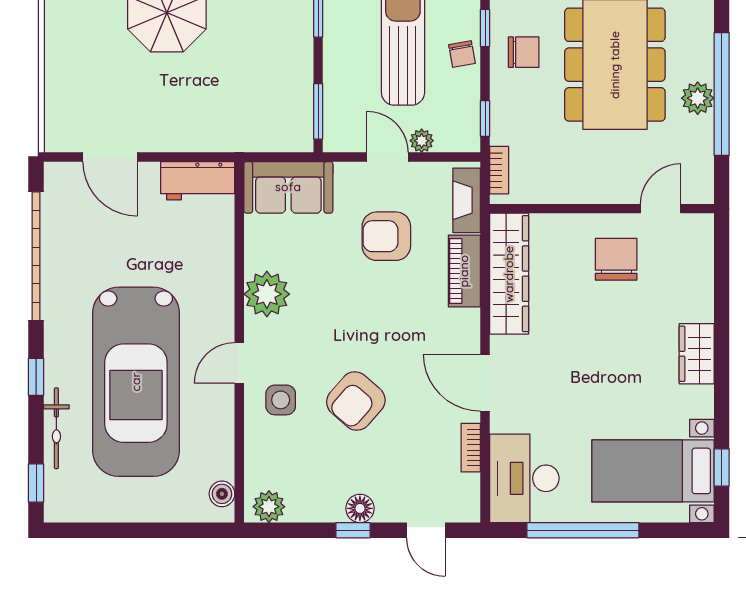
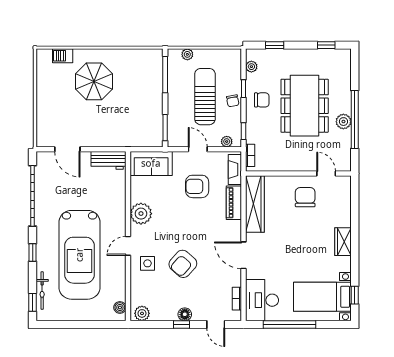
plant: (422, 141) -> (227, 142), moved
door: (661, 209) -> (326, 173), hinge flipped
bicycle: (56, 428) -> (42, 291), moved
bookcase: (471, 448) -> (237, 299), moved

